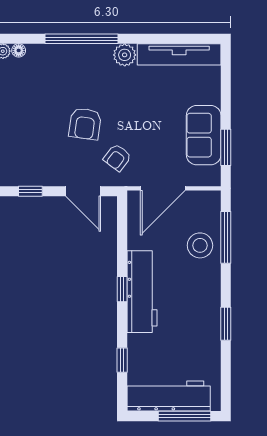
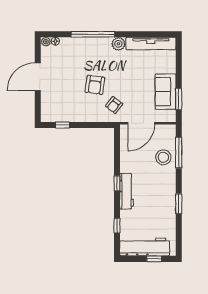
door: (83, 191) -> (94, 125), removed
workbench: (142, 292) -> (127, 191), width x0.73, depth x0.76
window: (184, 416) -> (154, 259), width x0.46

